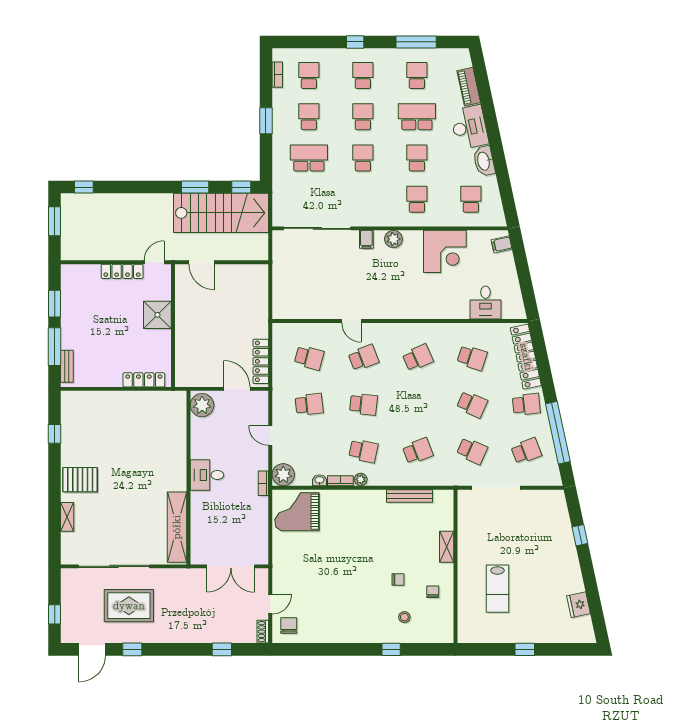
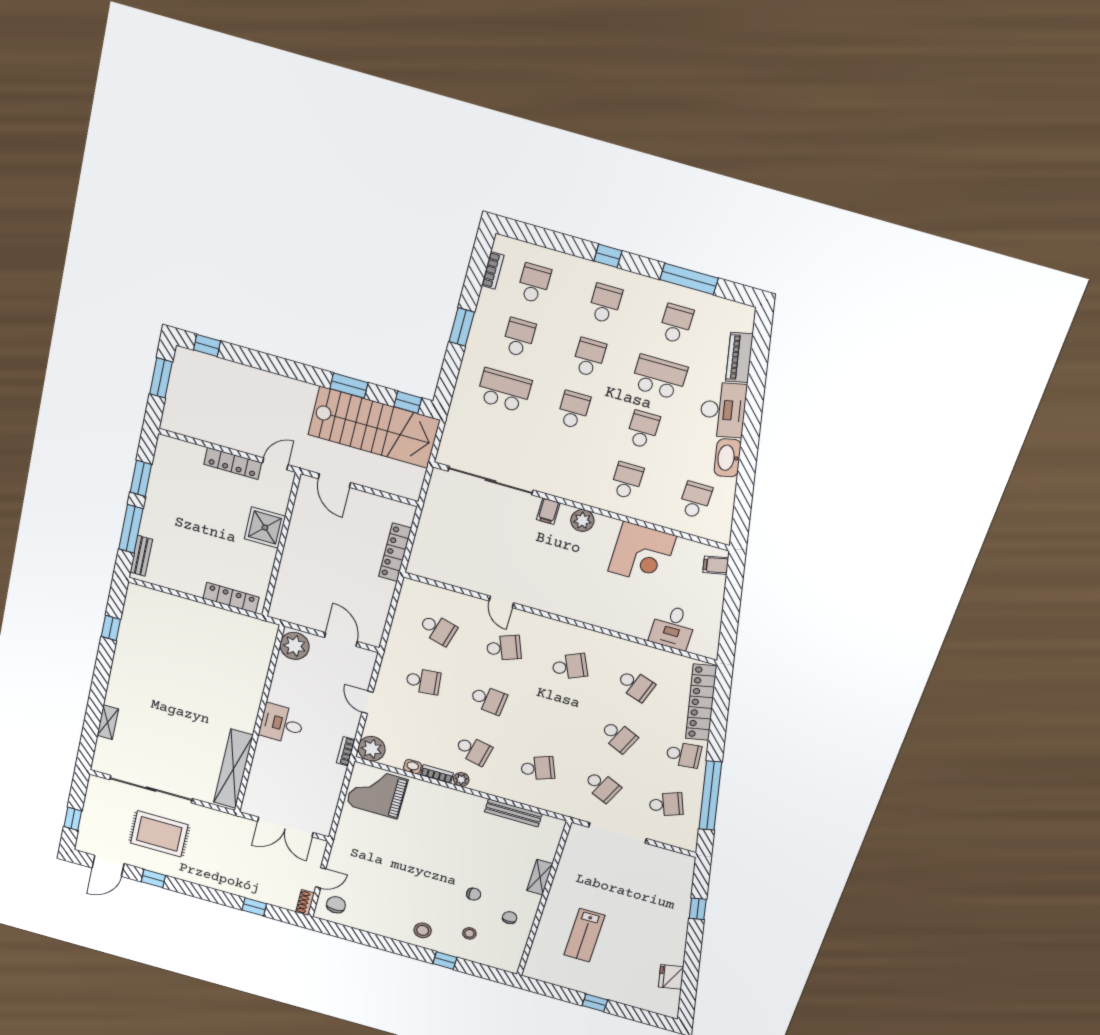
locker: (261, 361) -> (395, 552), moved
pallet: (80, 480) -> (131, 687), removed
stool: (366, 627) -> (423, 930), added

